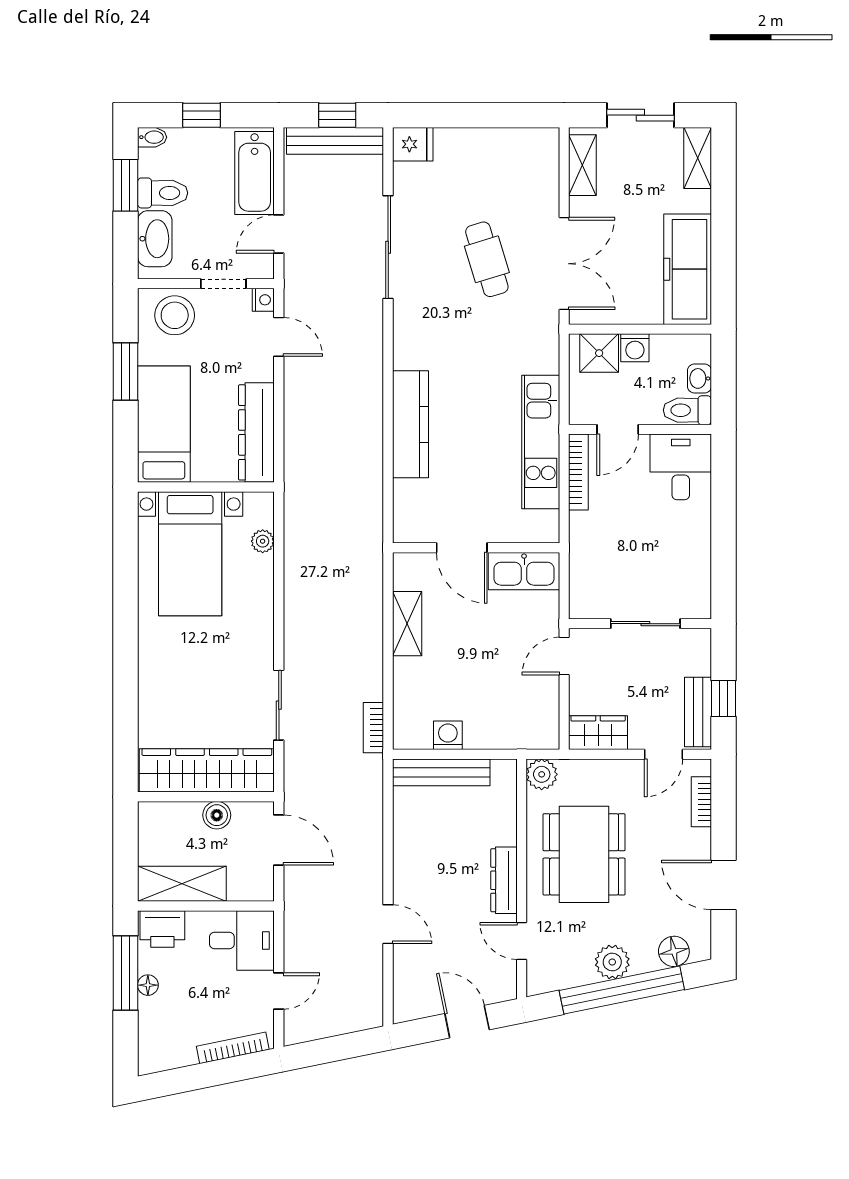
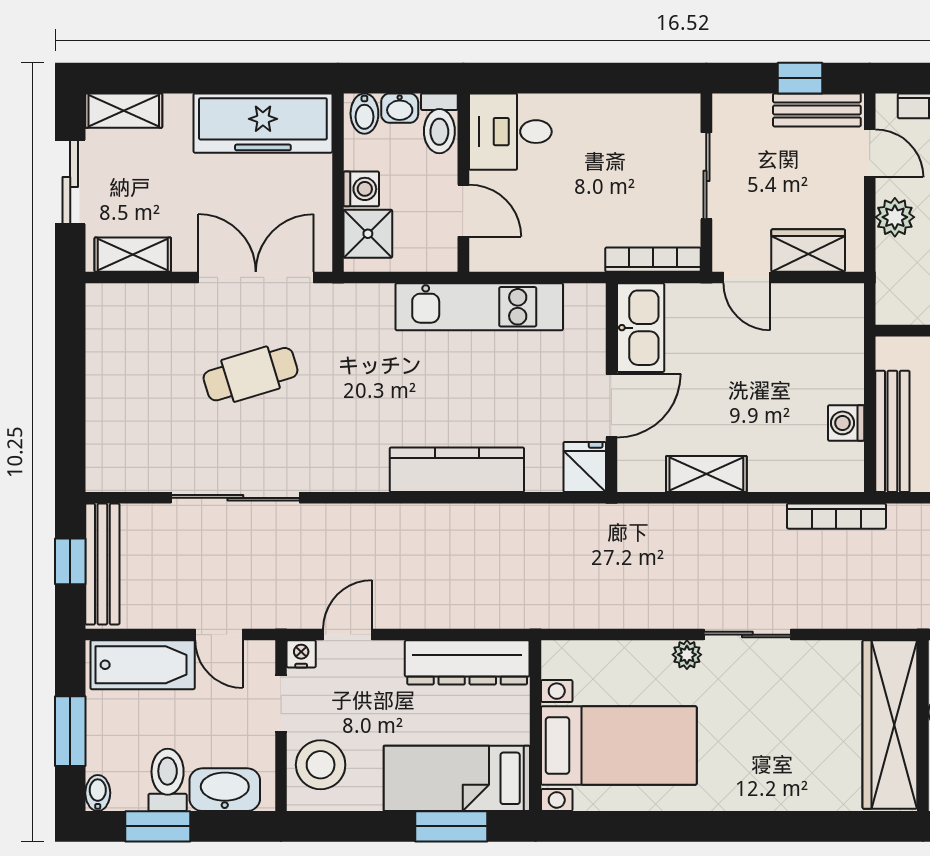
window: (202, 115) -> (70, 731), width x1.50
fridge: (413, 144) -> (585, 467), moved
bidet: (695, 350) -> (364, 114), added
window: (125, 371) -> (451, 826), moved
bookcase: (578, 472) -> (653, 260), moved
plant: (263, 541) -> (687, 655), moved
sliding door: (279, 705) -> (747, 635), moved
bookcase: (373, 728) -> (836, 516), width x1.56
wardrobe: (598, 733) -> (808, 250), moved, turned 90
plant: (542, 774) -> (895, 217), moved

